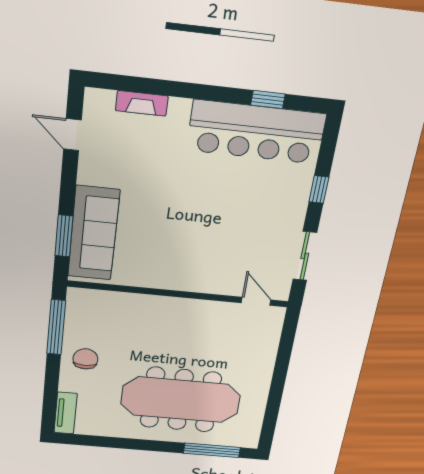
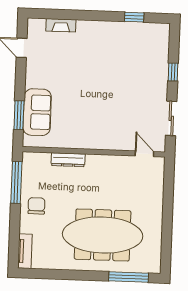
bar counter: (256, 132) -> (130, 38), removed
sofa: (94, 233) -> (37, 112), width x0.73
dresser: (138, 302) -> (68, 160), added

